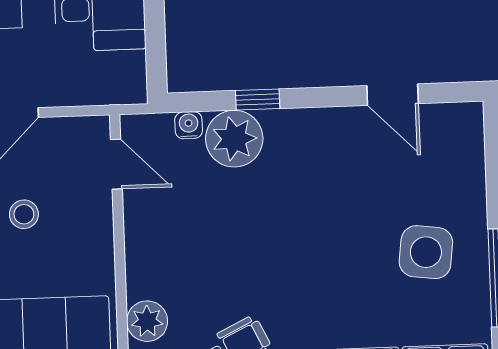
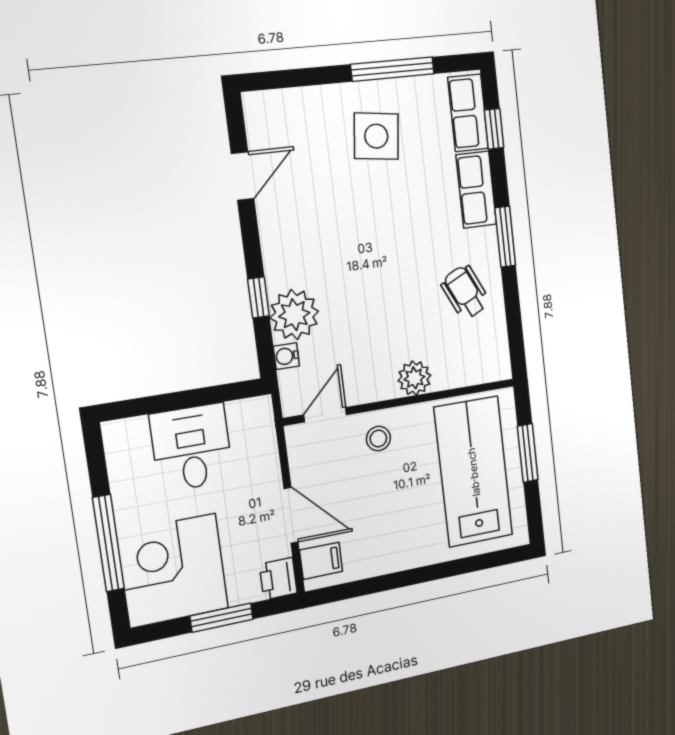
stool: (24, 214) -> (378, 438), moved
plant: (147, 321) -> (414, 378), moved

